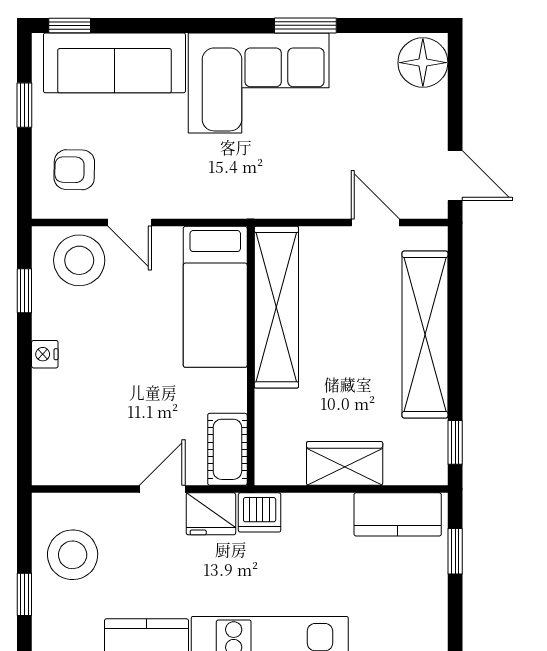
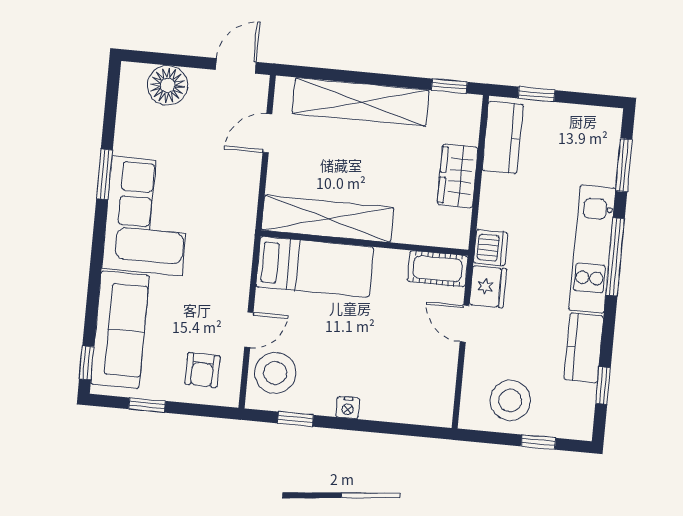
floor lamp: (423, 63) -> (167, 85), moved

